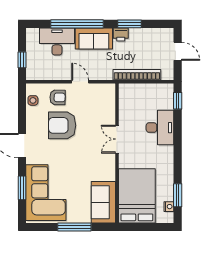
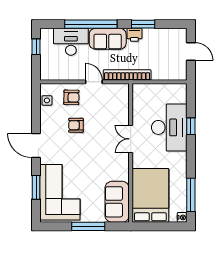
window: (22, 60) -> (36, 47), moved
bookcase: (137, 75) -> (127, 75), moved
window: (178, 101) -> (191, 126), moved
armchair: (62, 125) -> (76, 125), width x0.53, depth x0.53
desk: (160, 128) -> (169, 127), width x1.36, depth x1.30
window: (178, 195) -> (191, 195), width x1.44
nightstand: (169, 207) -> (182, 217), moved

